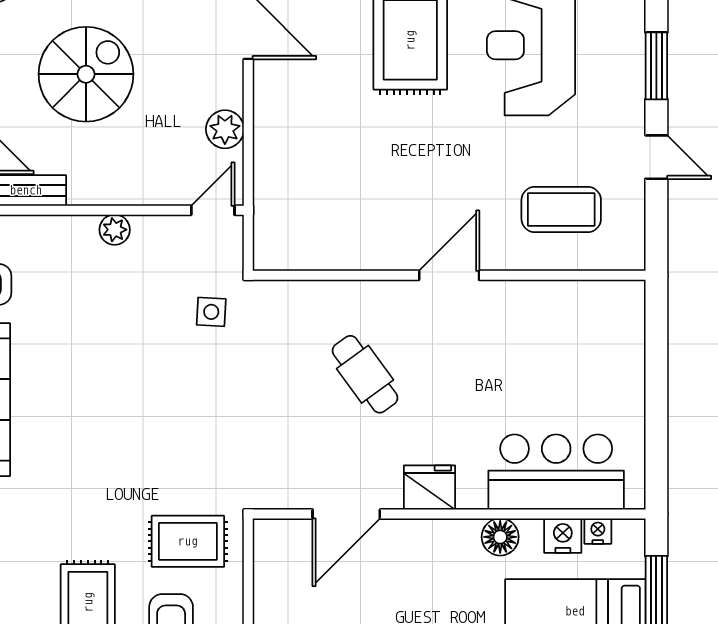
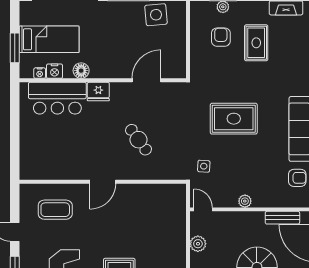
door: (213, 210) -> (203, 209), swing flipped
fridge: (430, 488) -> (98, 92), moved
rug: (188, 541) -> (234, 119), moved, width x1.36, depth x1.43

